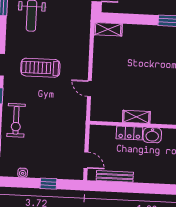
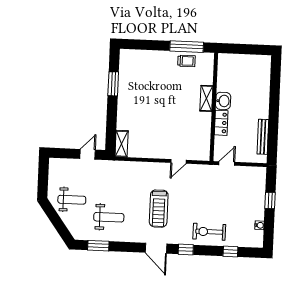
shelving: (136, 117) -> (206, 98), moved
exercise bike: (16, 120) -> (209, 232), turned 180
door: (86, 160) -> (227, 164), moved

